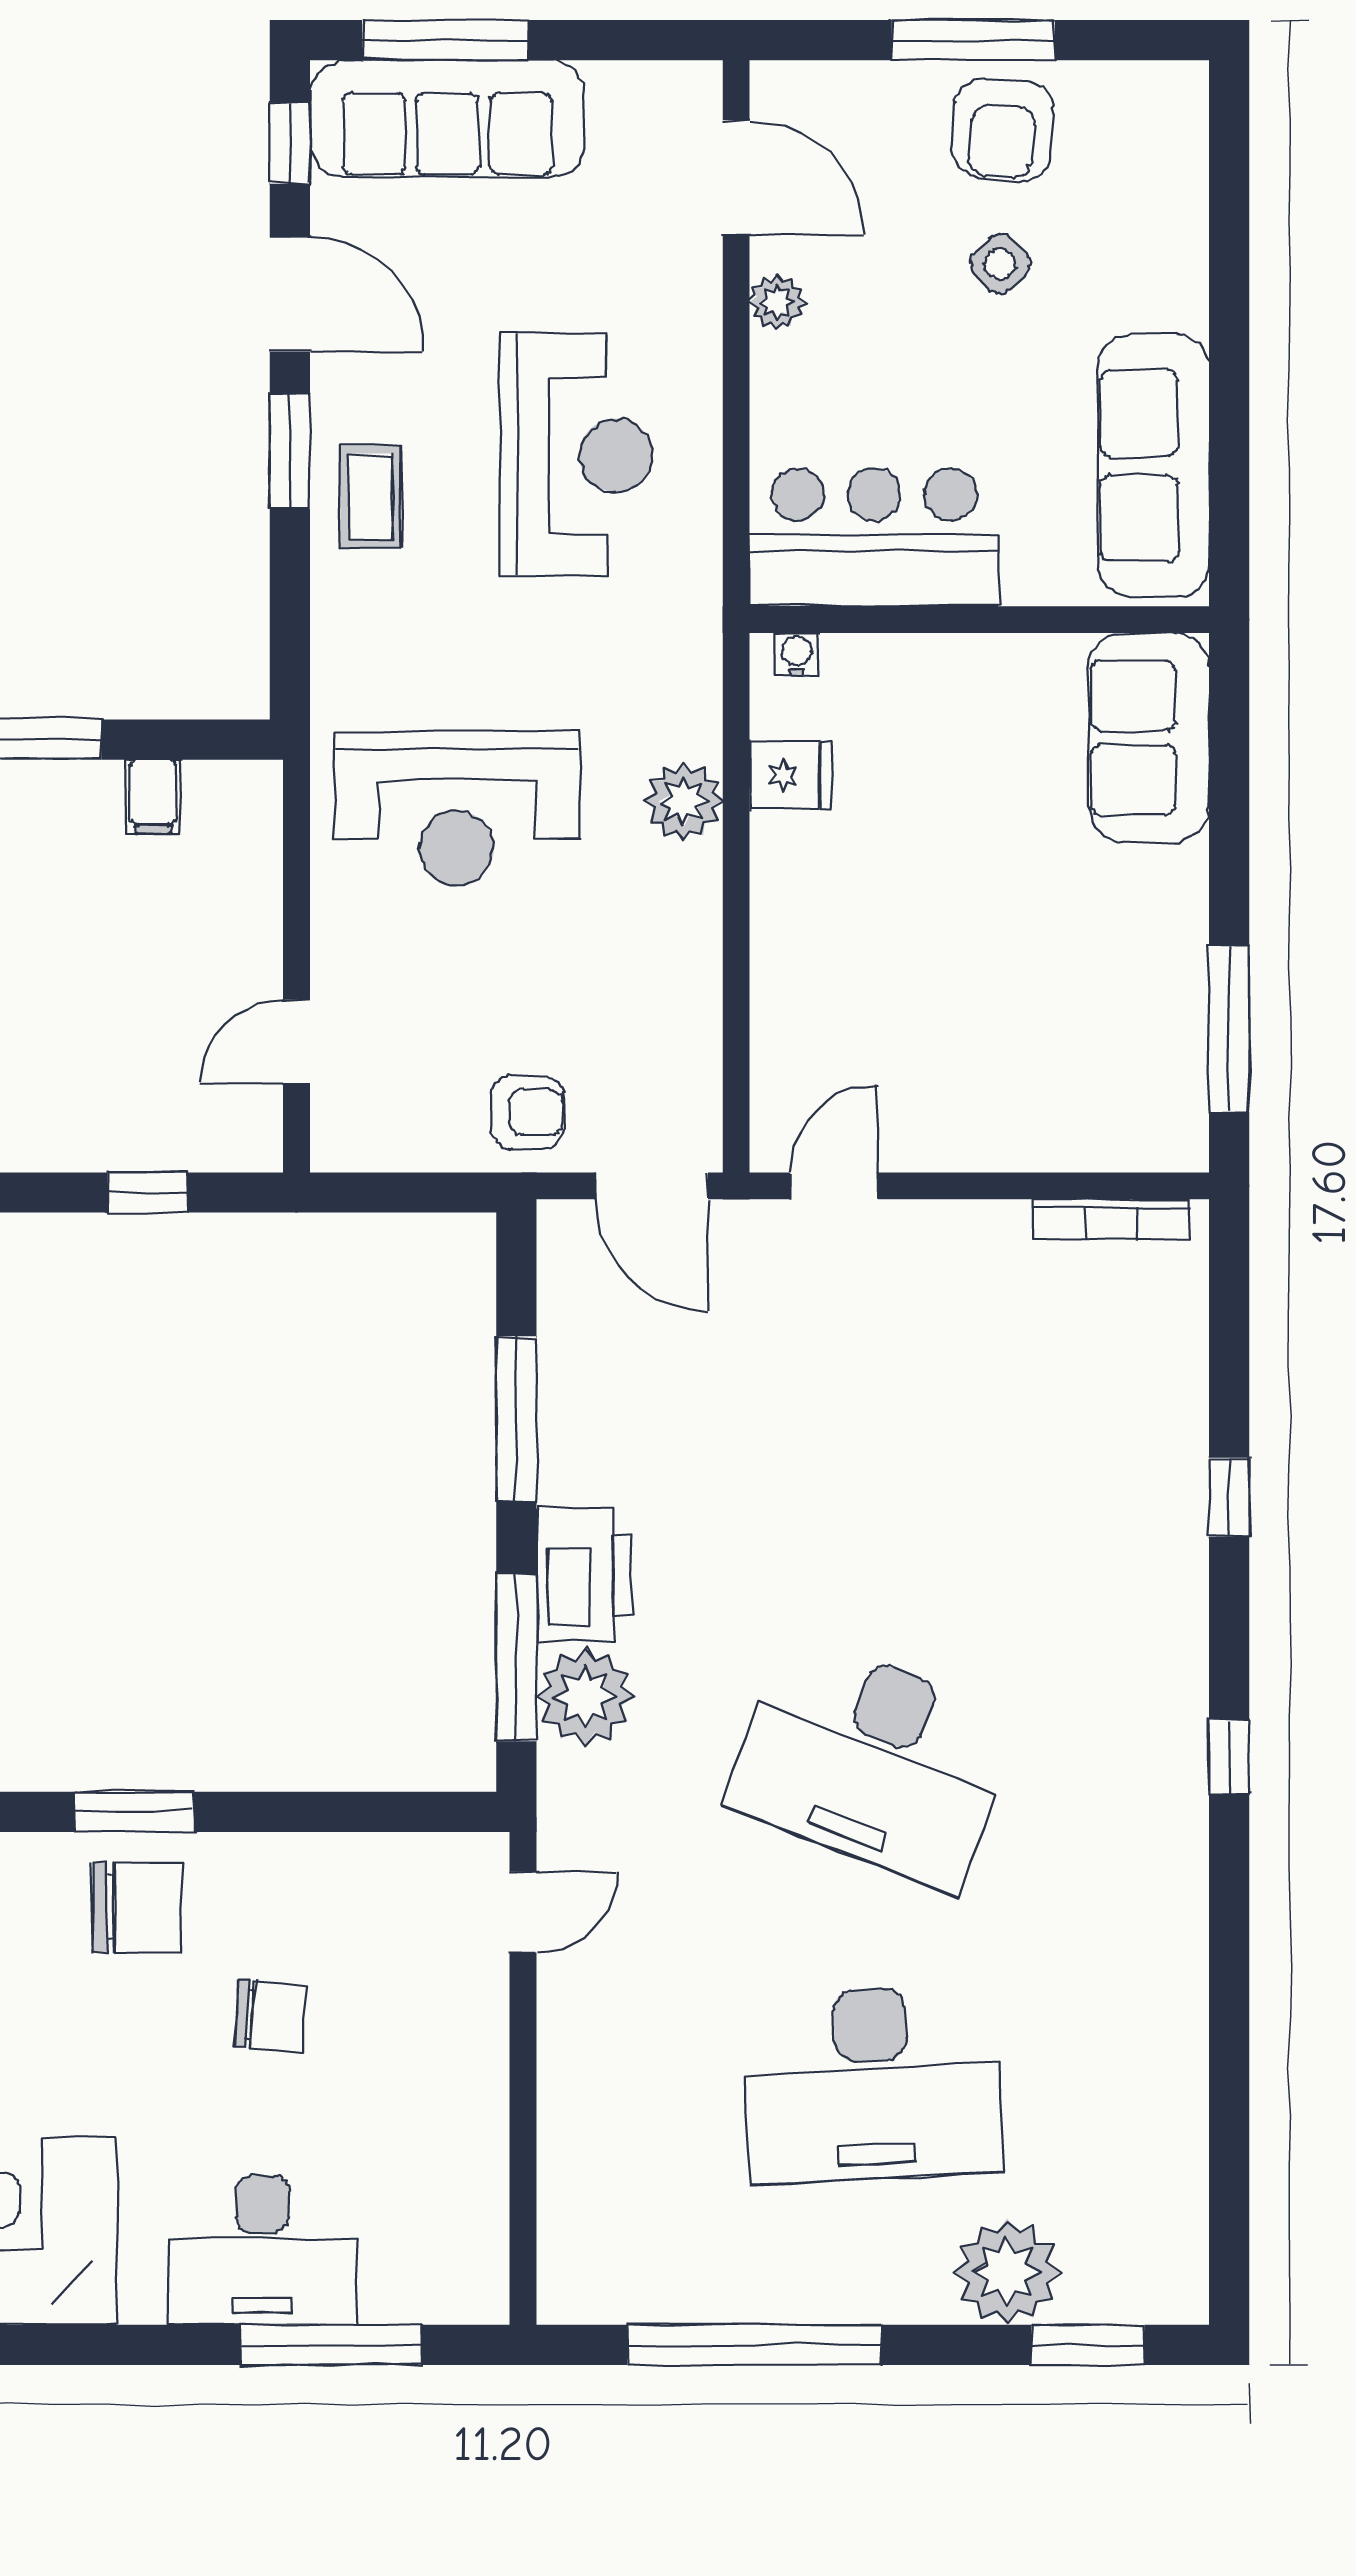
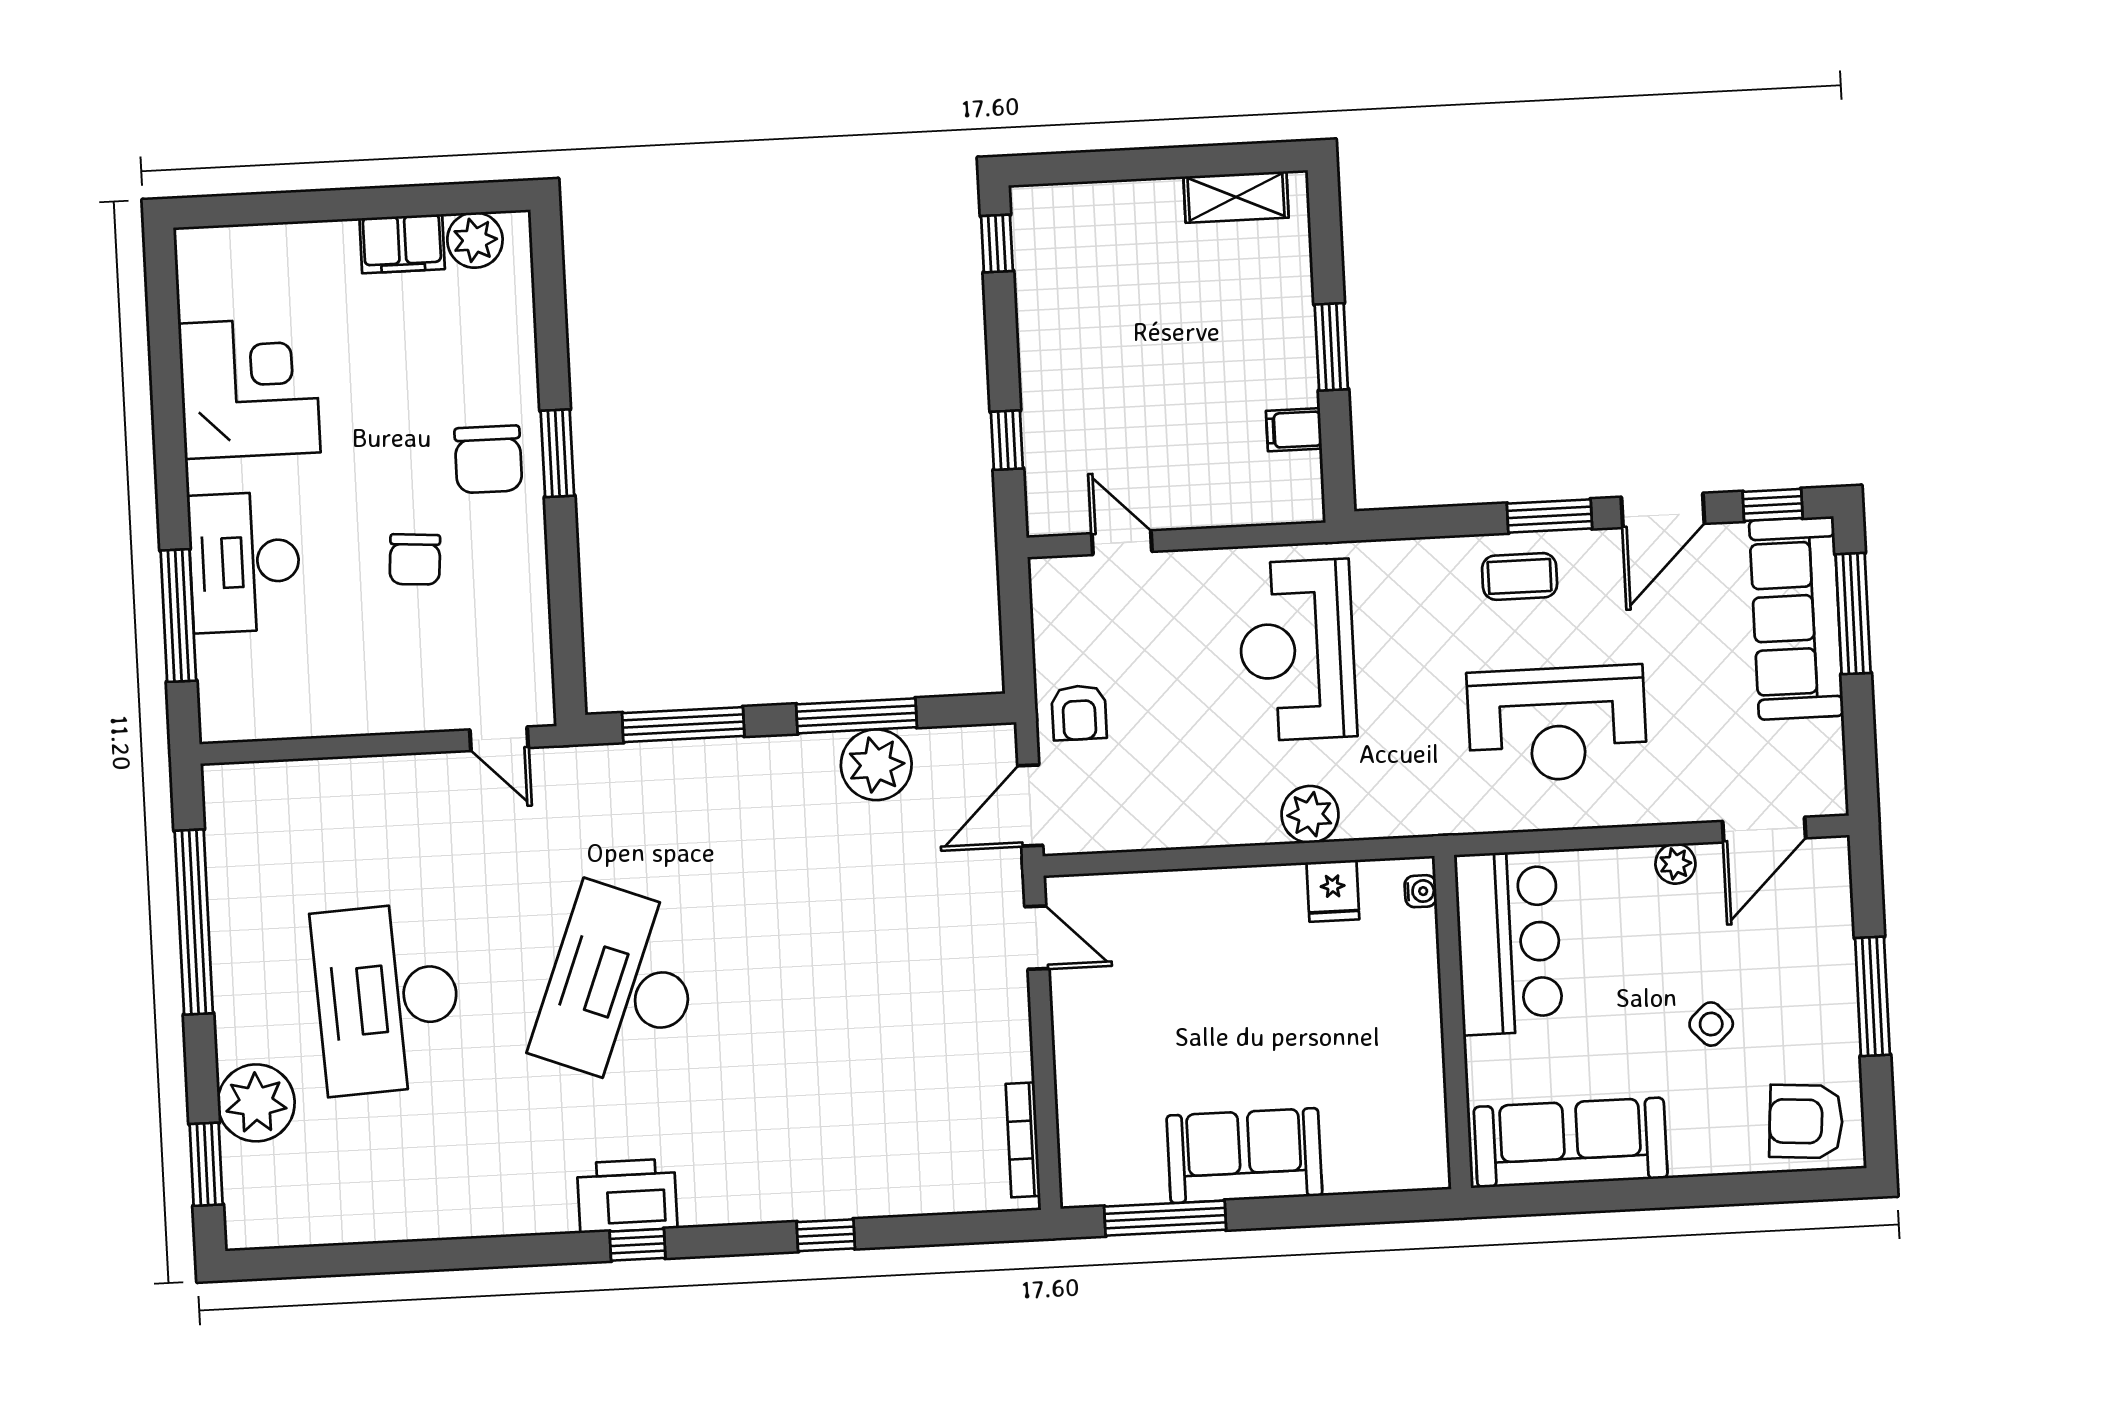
armchair: (1003, 129) -> (1806, 1121), moved
sofa: (1149, 738) -> (1244, 1156), moved
printer: (585, 1575) -> (627, 1196), moved, turned 180
plant: (585, 1696) -> (876, 765), moved

